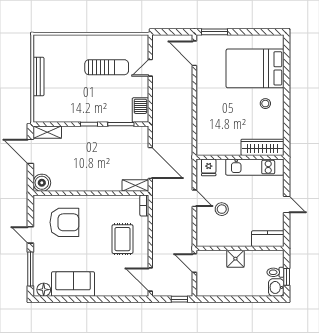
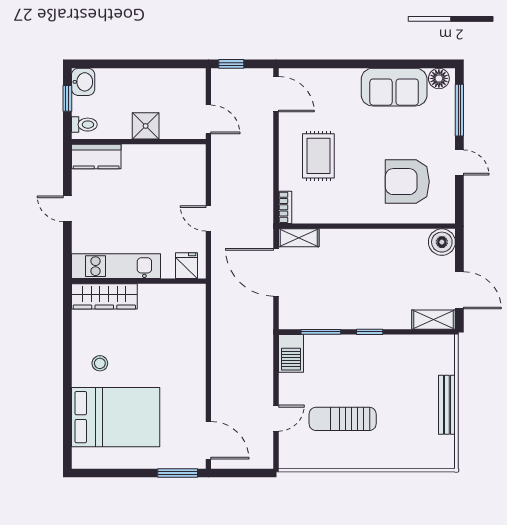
stool: (222, 209) -> (167, 202), removed
toilet: (275, 272) -> (84, 125), moved

